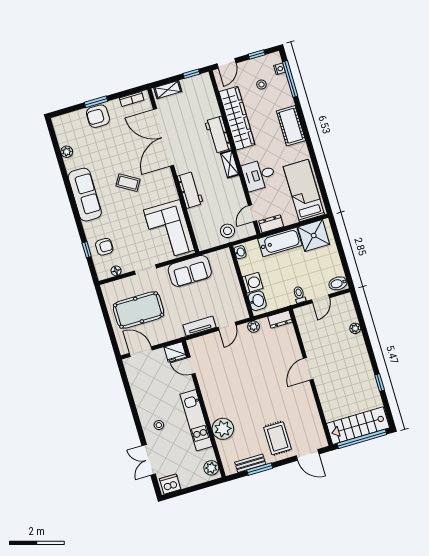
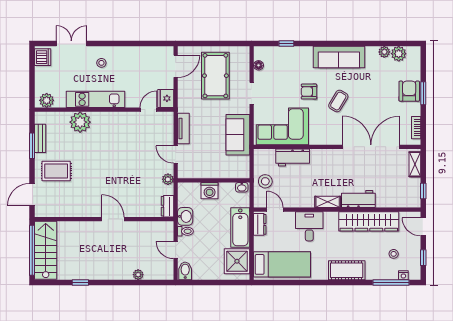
plant: (64, 137) -> (399, 54), added
workbench: (190, 190) -> (293, 158), moved
armchair: (104, 247) -> (309, 92), moved, turned 90
washbasin: (257, 301) -> (185, 216), moved, turned -90

